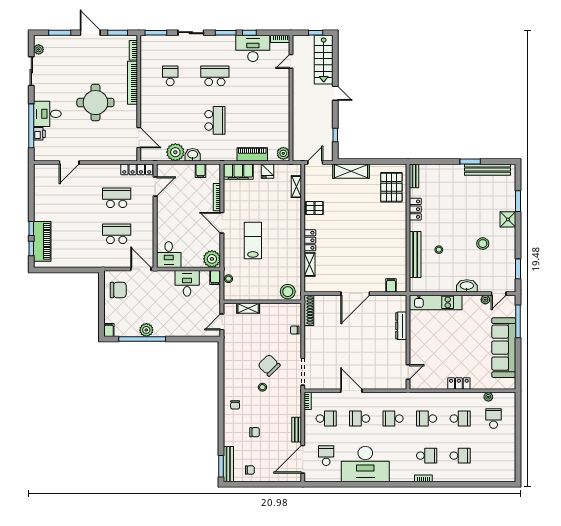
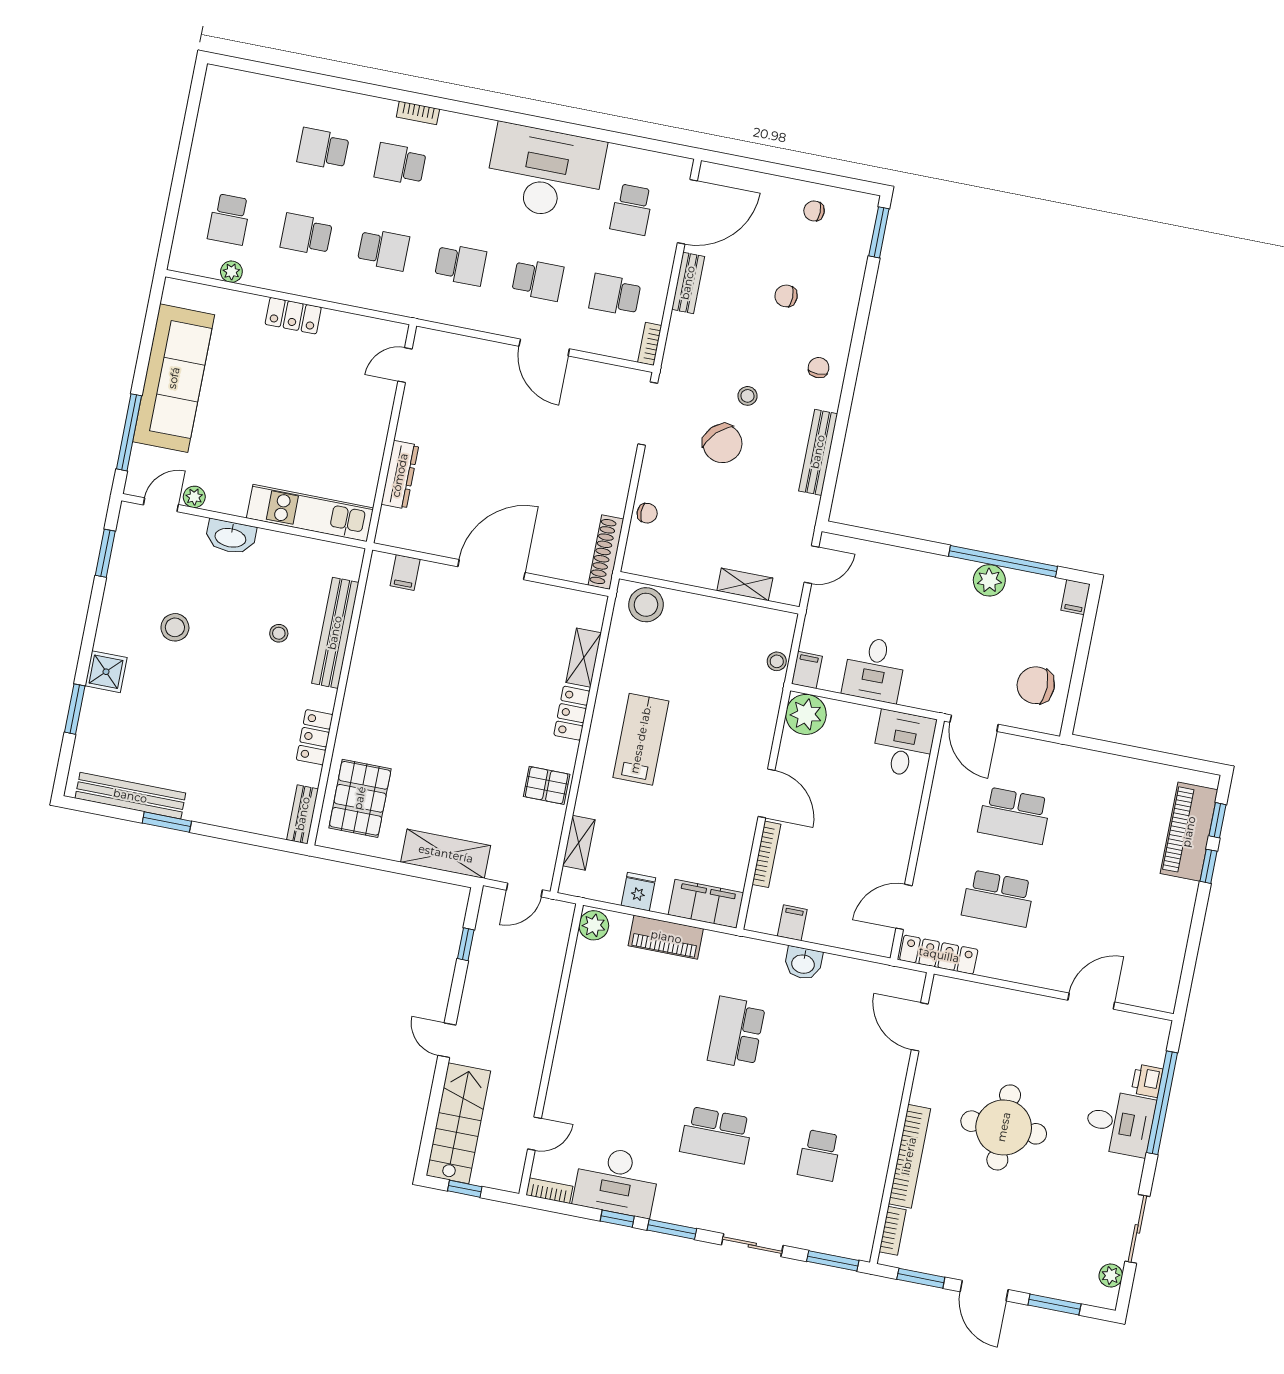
plant: (175, 152) -> (842, 977), removed
lab bench: (253, 240) -> (641, 739), moved, turned 180
bench: (228, 464) -> (818, 452), moved

